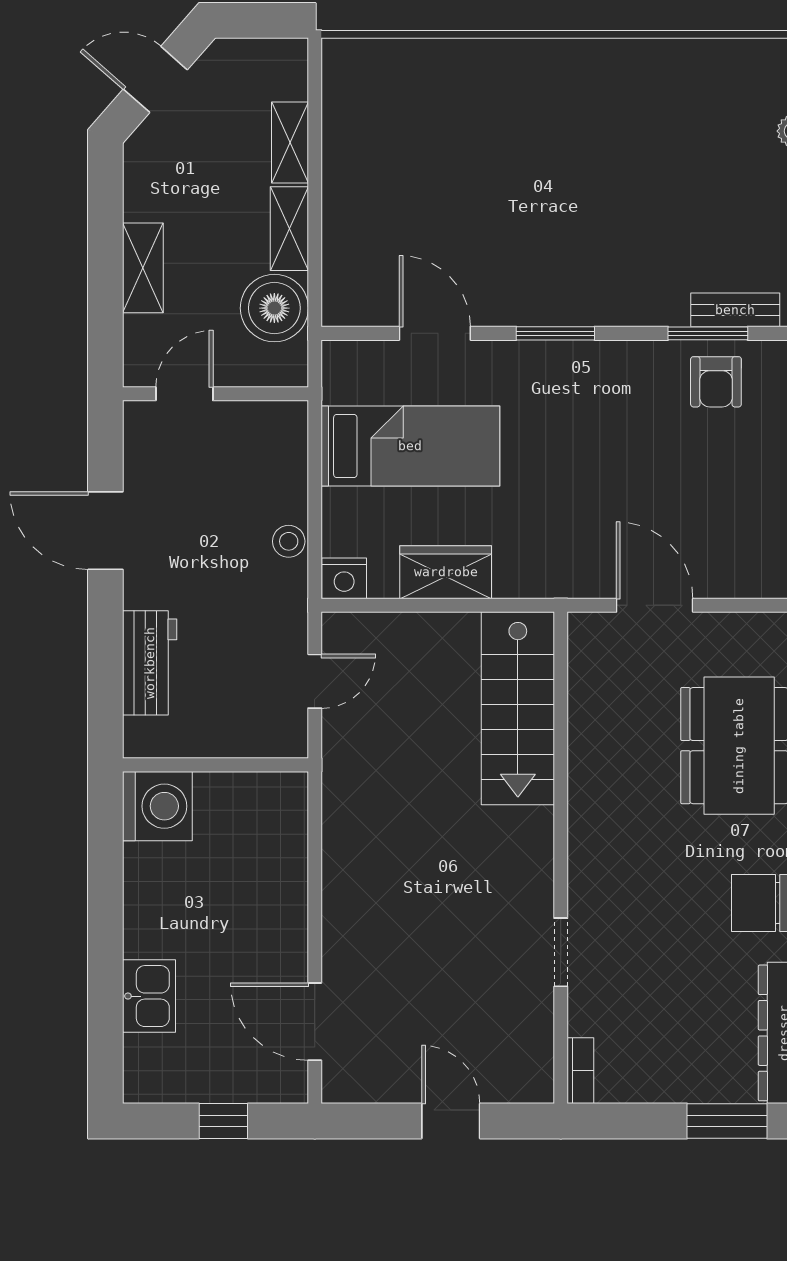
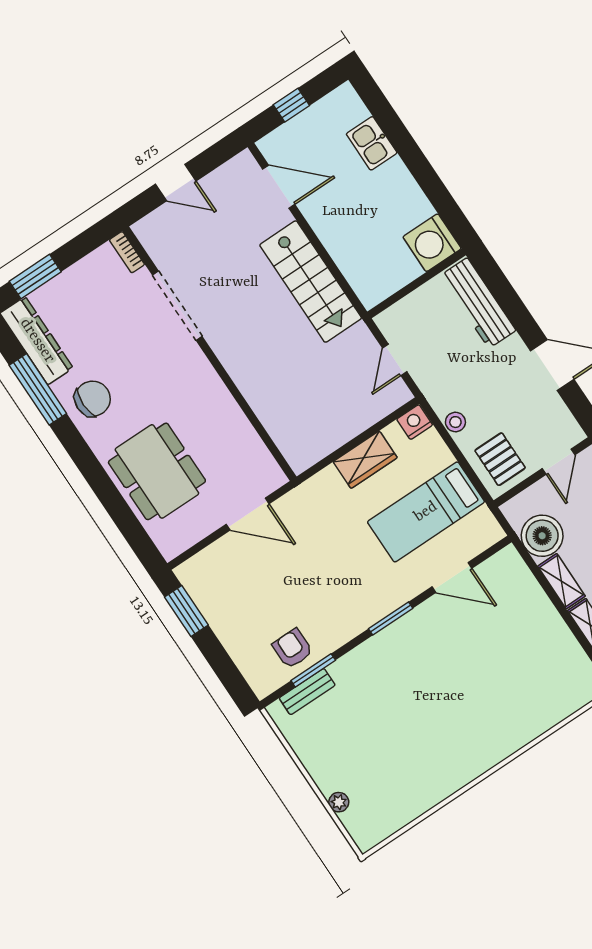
pallet: (262, 450) -> (500, 459), added
workbench: (150, 663) -> (478, 303), width x1.38
stairs: (518, 708) -> (311, 282), moved, turned 180
doorway: (561, 952) -> (177, 306), width x1.88

